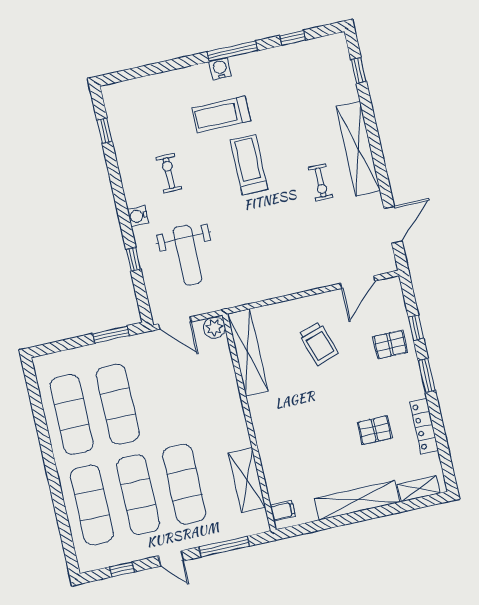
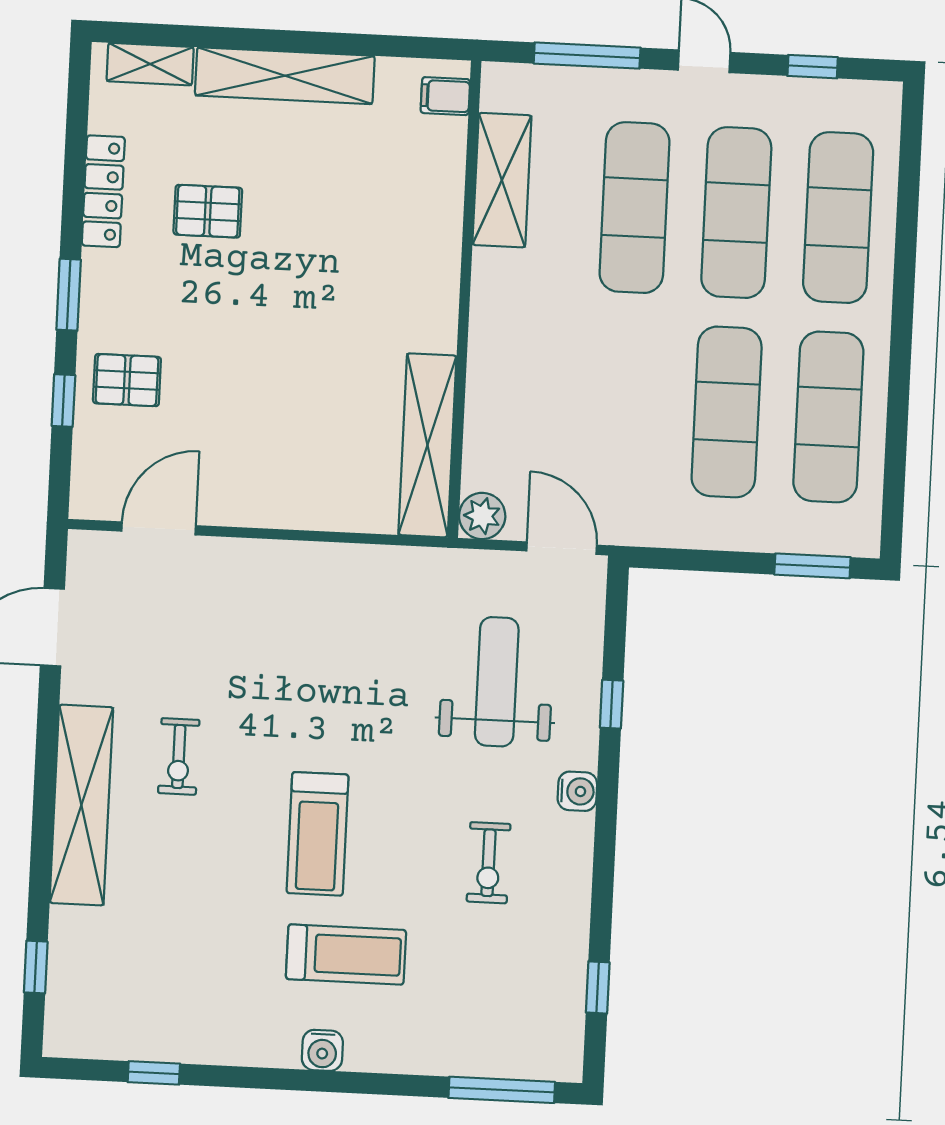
window: (232, 51) -> (502, 1090), moved
exercise bike: (321, 182) -> (179, 756), turned 180
window: (111, 335) -> (812, 566), moved
trolley: (319, 344) -> (275, 423), removed

